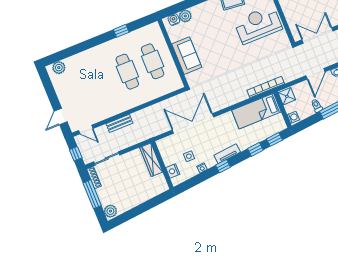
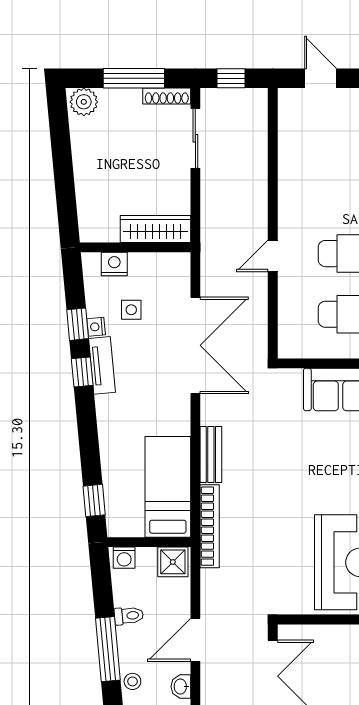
door: (315, 74) -> (195, 640), hinge flipped
bench: (119, 123) -> (211, 455), moved
door: (86, 129) -> (273, 256), moved
window: (255, 149) -> (78, 324), moved
tv unit: (227, 154) -> (102, 365), moved

